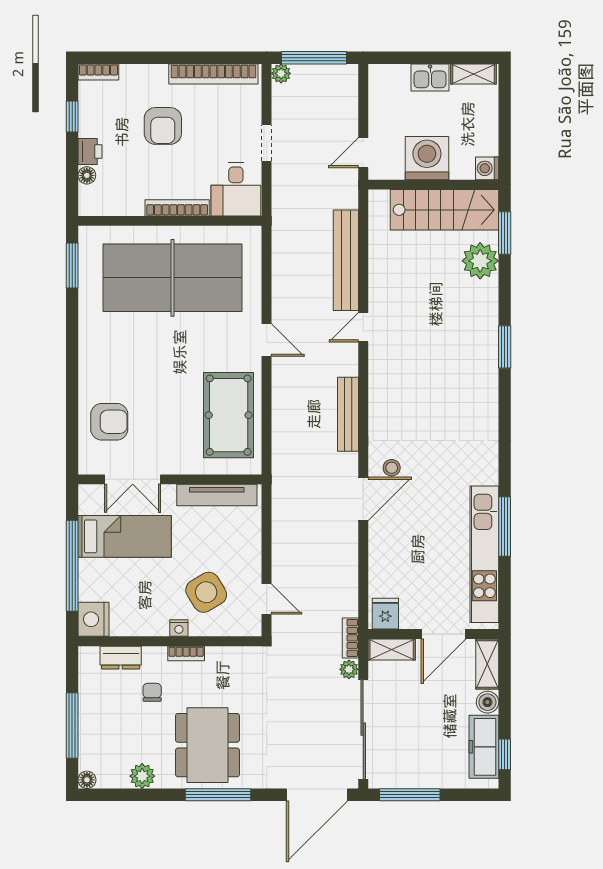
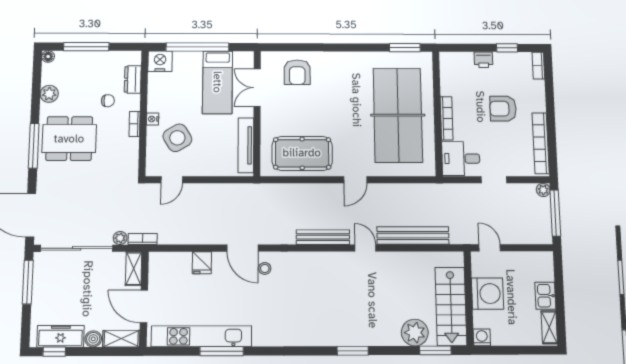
floor lamp: (87, 175) -> (467, 58), removed
bench: (348, 414) -> (323, 237), moved
fridge: (385, 614) -> (202, 263), moved, turned 90

